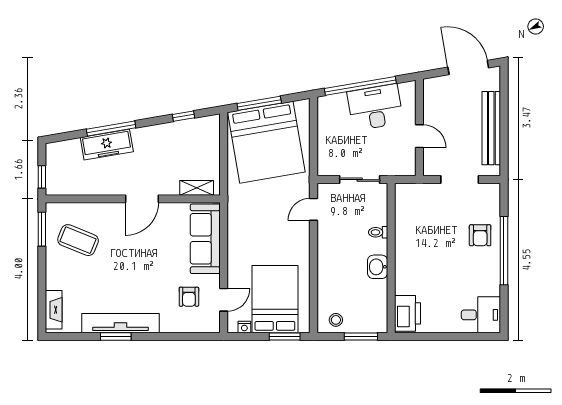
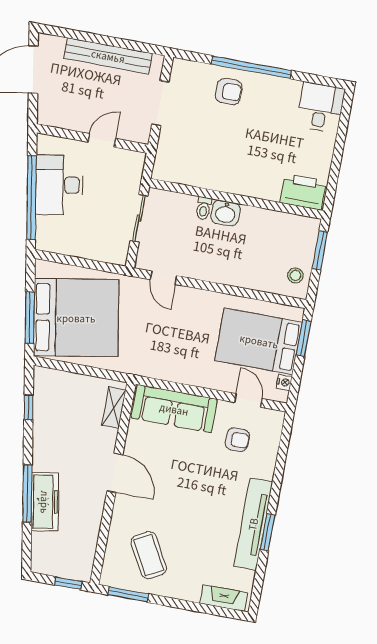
coffee table: (78, 240) -> (149, 555), turned -51
washbasin: (378, 267) -> (225, 213), moved

